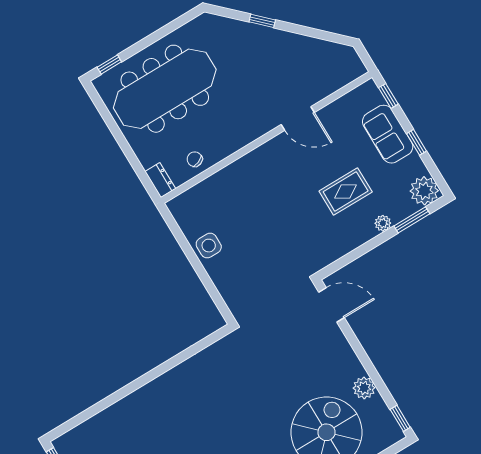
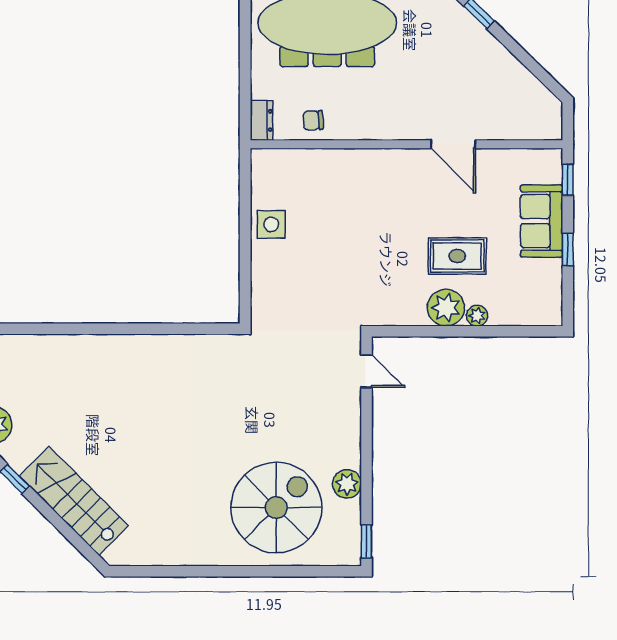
chair: (195, 159) -> (313, 120), turned -71
plant: (424, 191) -> (446, 308), moved
window: (412, 220) -> (511, 331), removed
door: (331, 305) -> (366, 371), width x0.73

